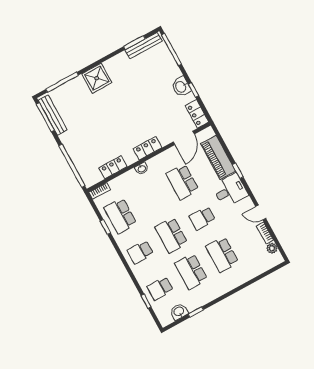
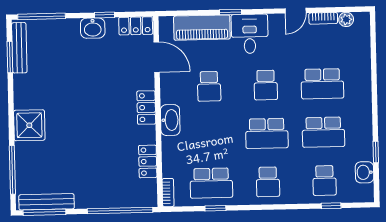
washbasin: (142, 169) -> (170, 120), width x1.91, depth x1.45
school desk: (182, 182) -> (209, 86), width x0.54

